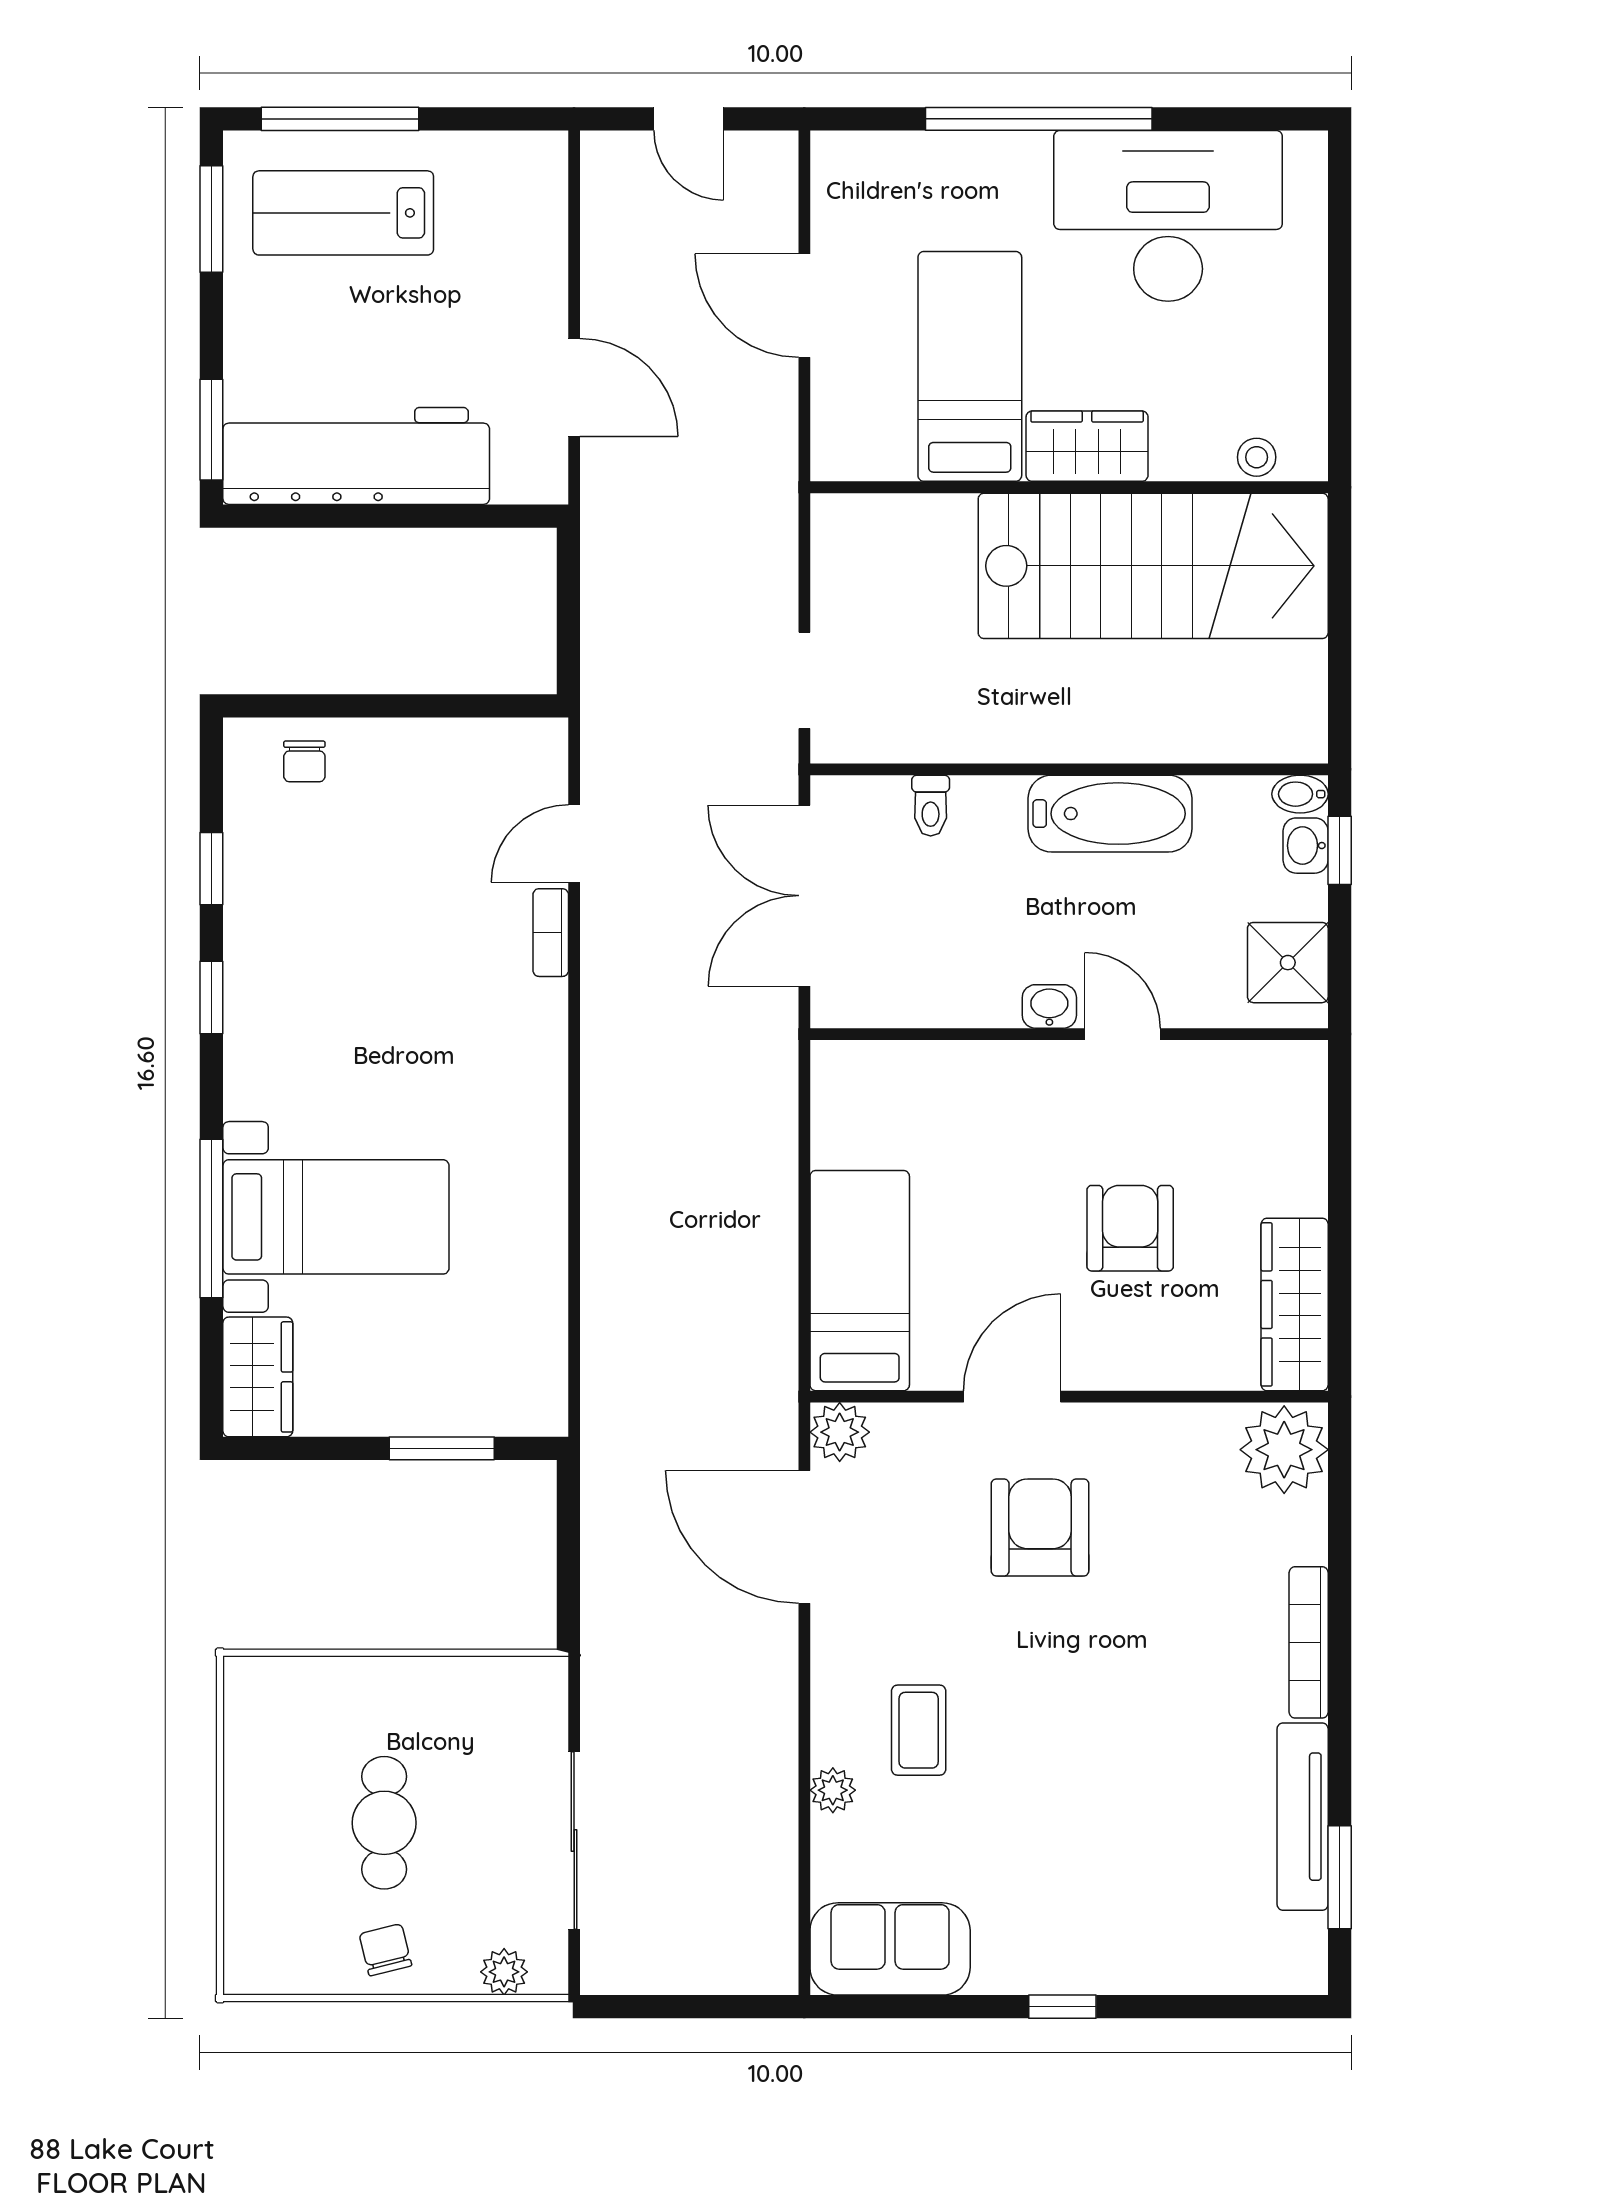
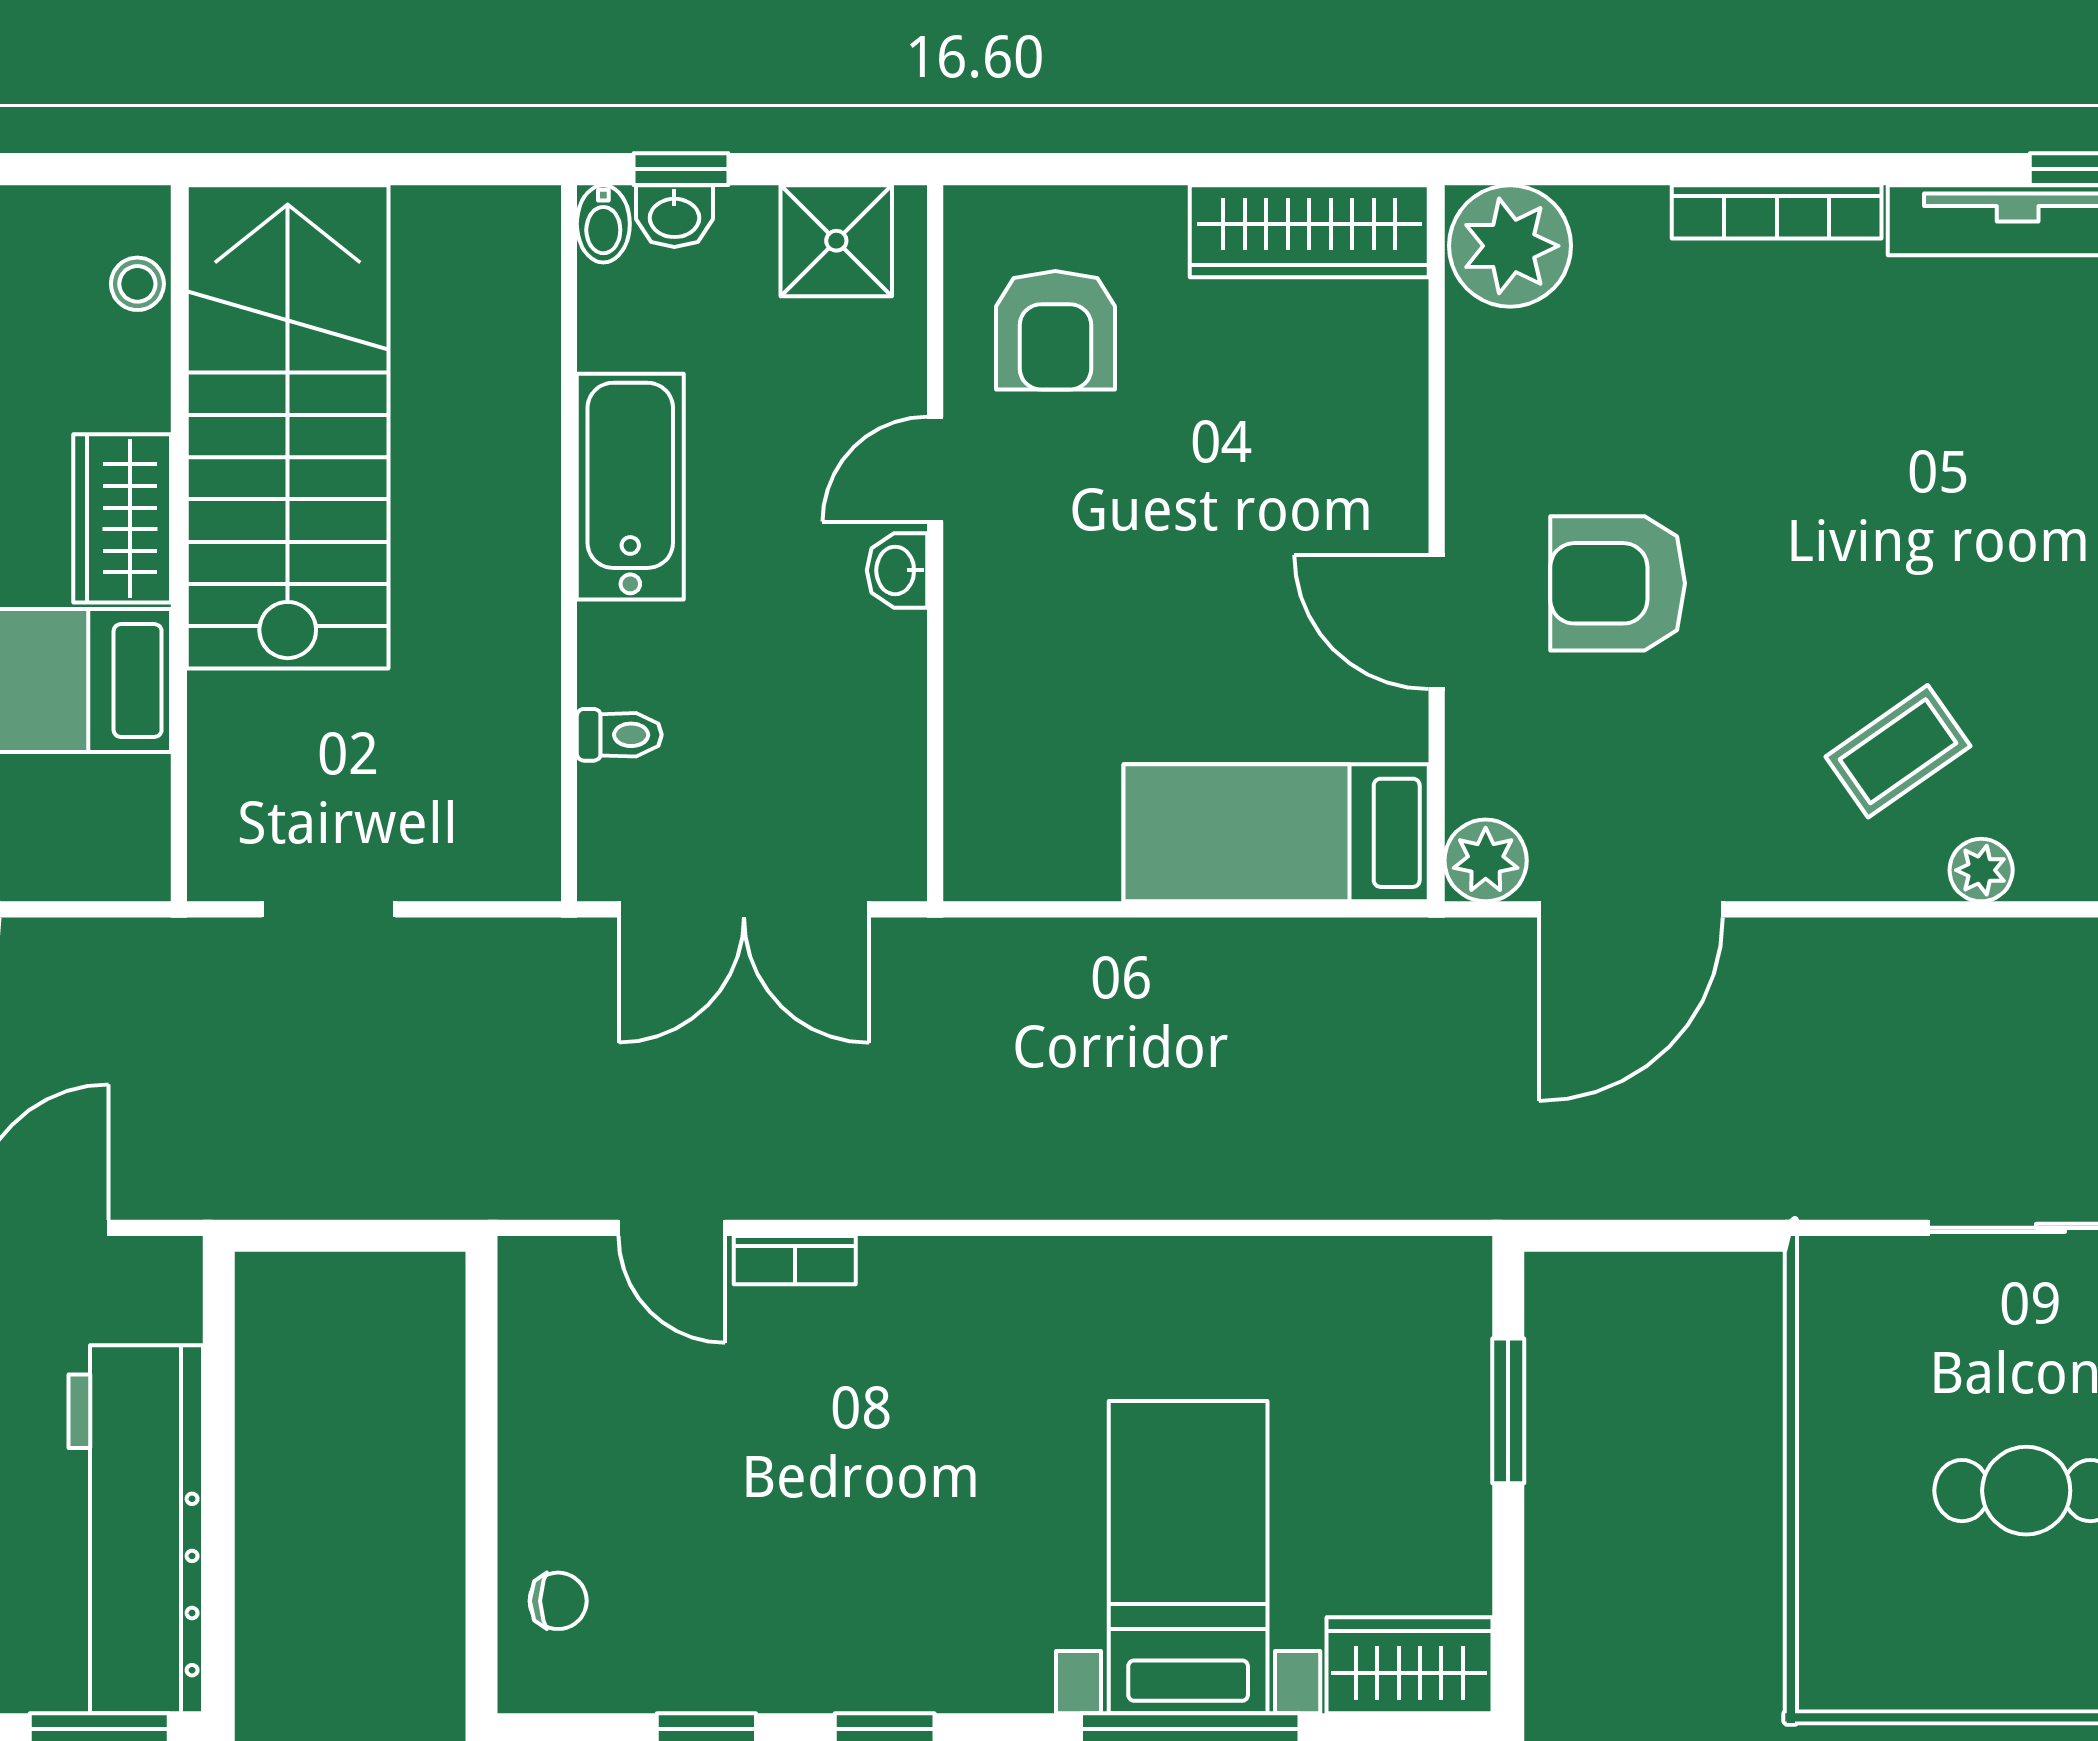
doorway: (804, 680) -> (329, 909), moved
armchair: (1130, 1228) -> (1055, 330), moved, turned -90
coffee table: (919, 1730) -> (1898, 751), turned -35

